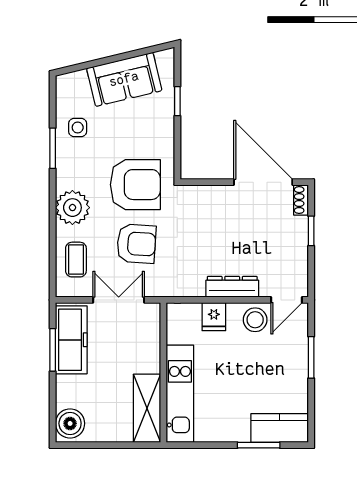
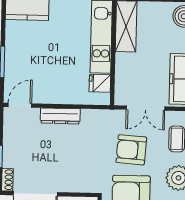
fridge: (214, 317) -> (100, 83), moved, turned -90
stool: (255, 320) -> (44, 91), removed

